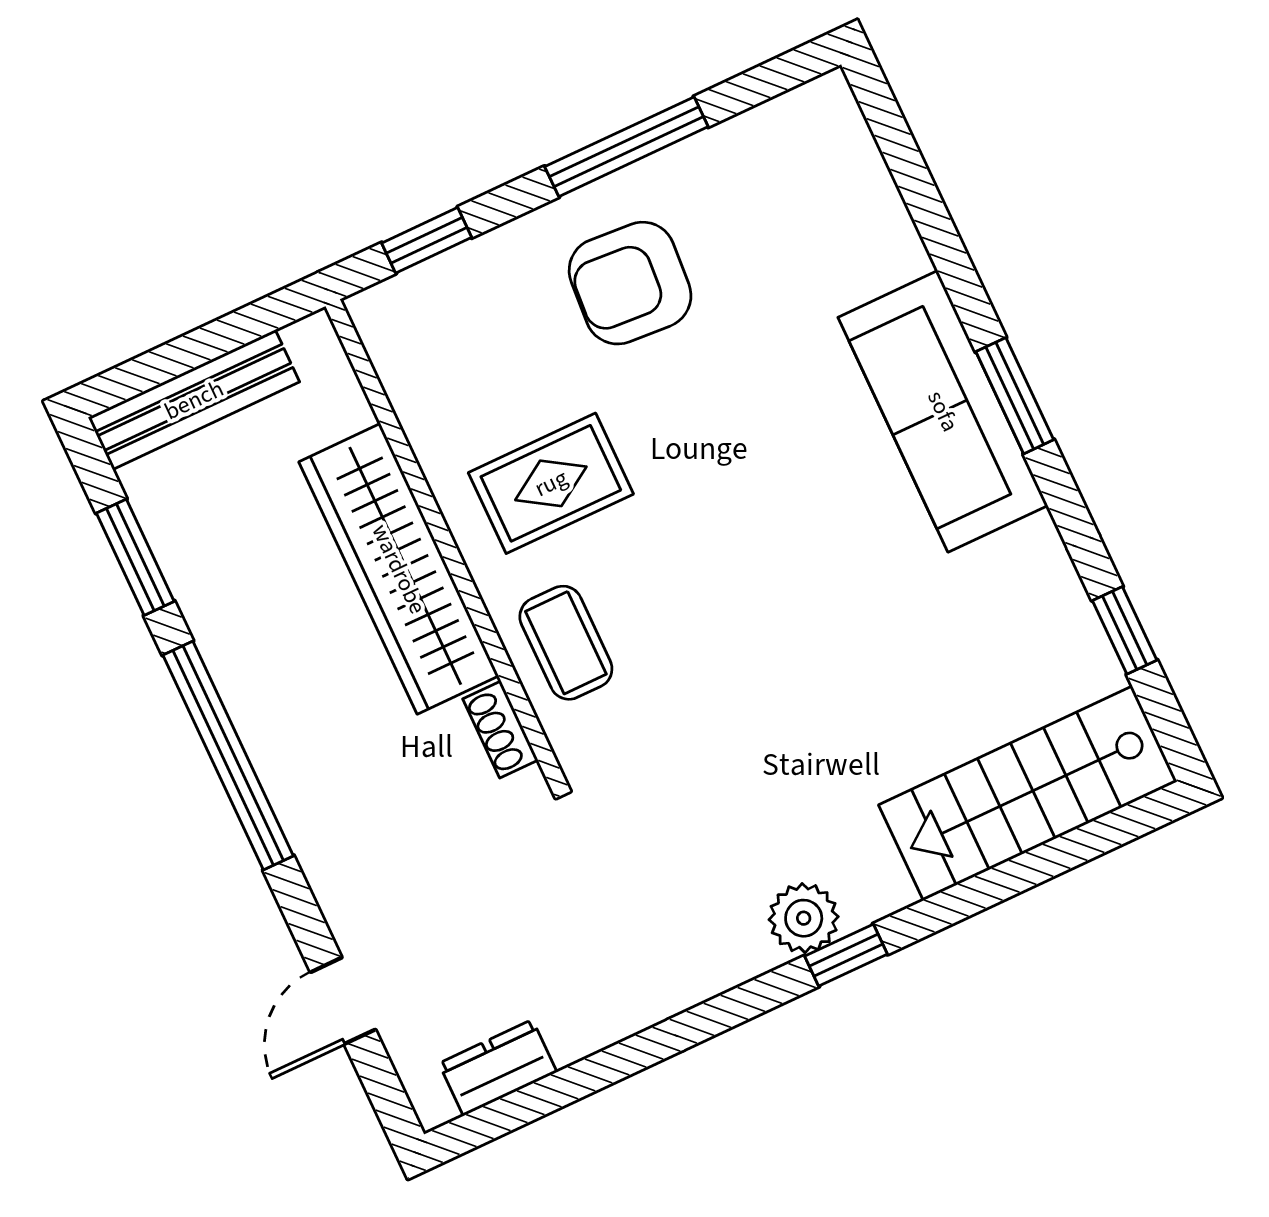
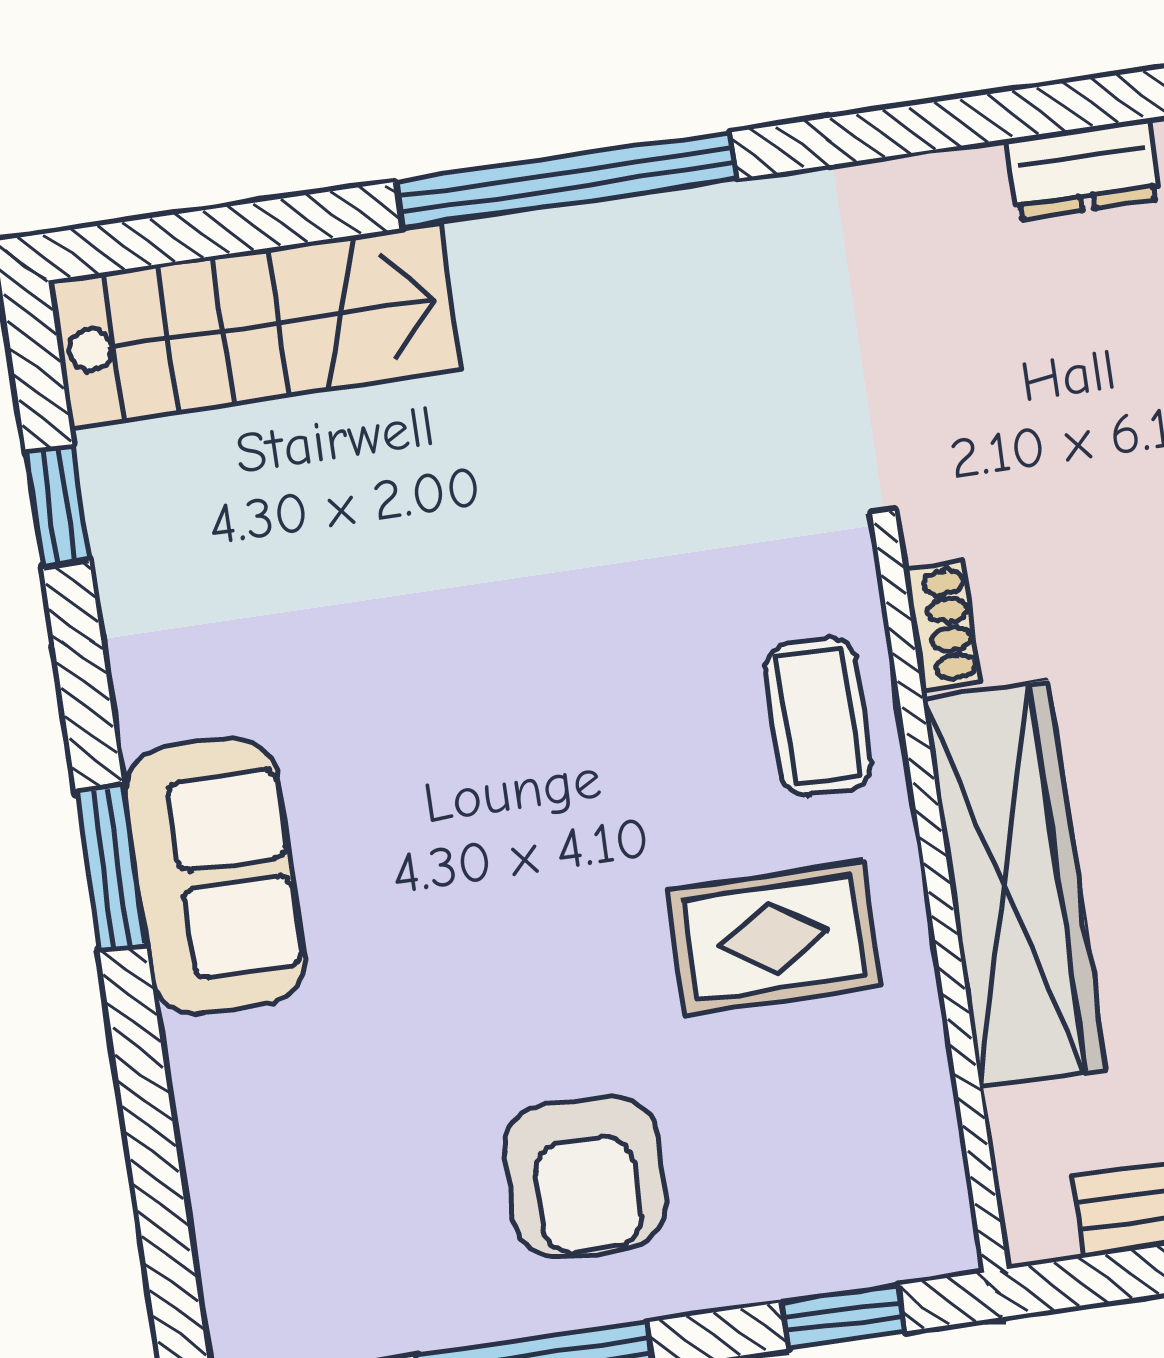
armchair: (630, 283) -> (586, 1177), turned 86
sofa: (943, 411) -> (215, 876), width x0.73
plant: (804, 918) -> (608, 247), removed
window: (846, 955) -> (566, 180), width x3.17

